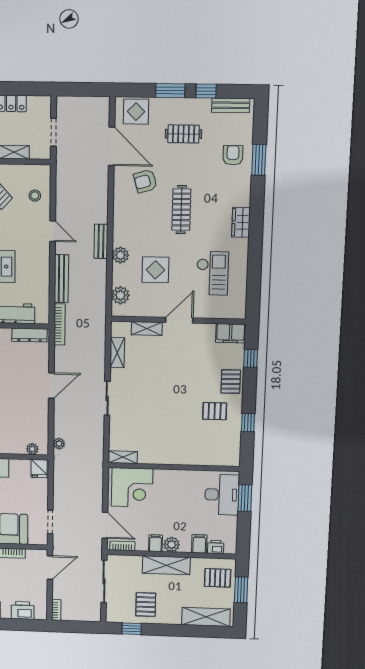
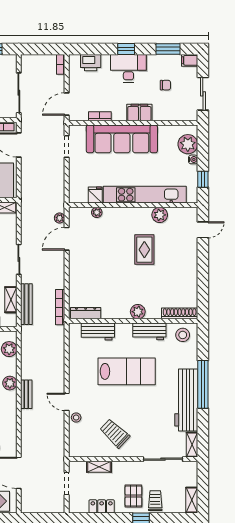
stool: (35, 196) -> (76, 418), moved
bench: (61, 279) -> (26, 304), moved
bookcase: (60, 324) -> (60, 307), moved
door: (51, 386) -> (67, 239), moved
plant: (32, 449) -> (97, 212), moved
fridge: (39, 468) -> (95, 195), moved

